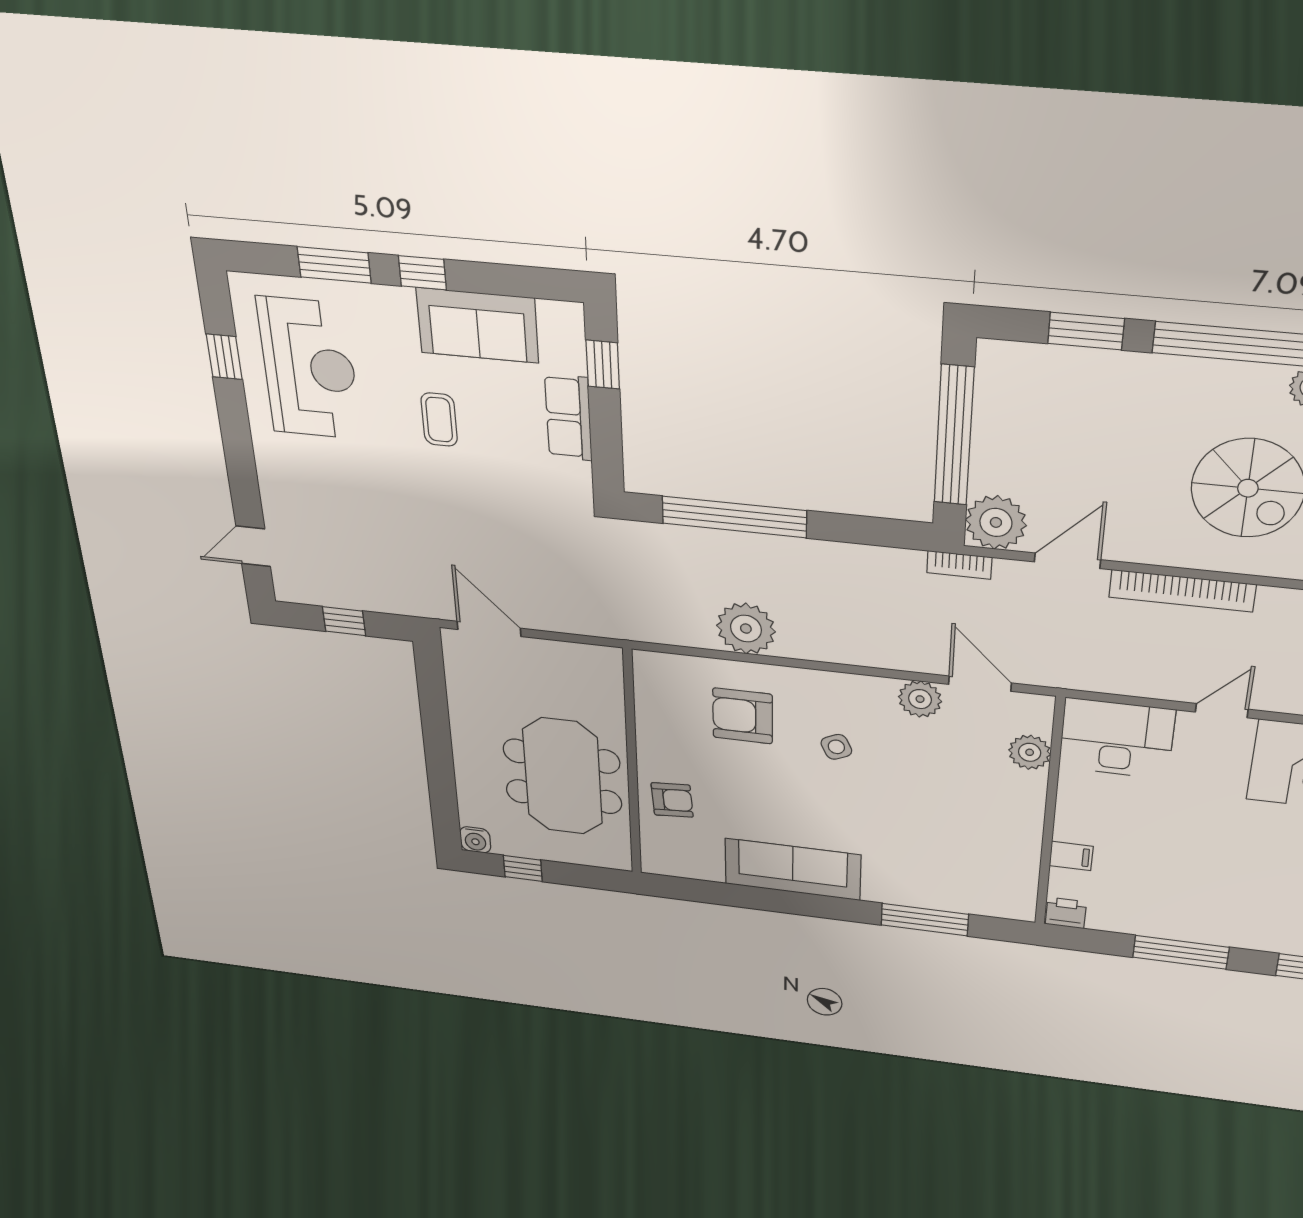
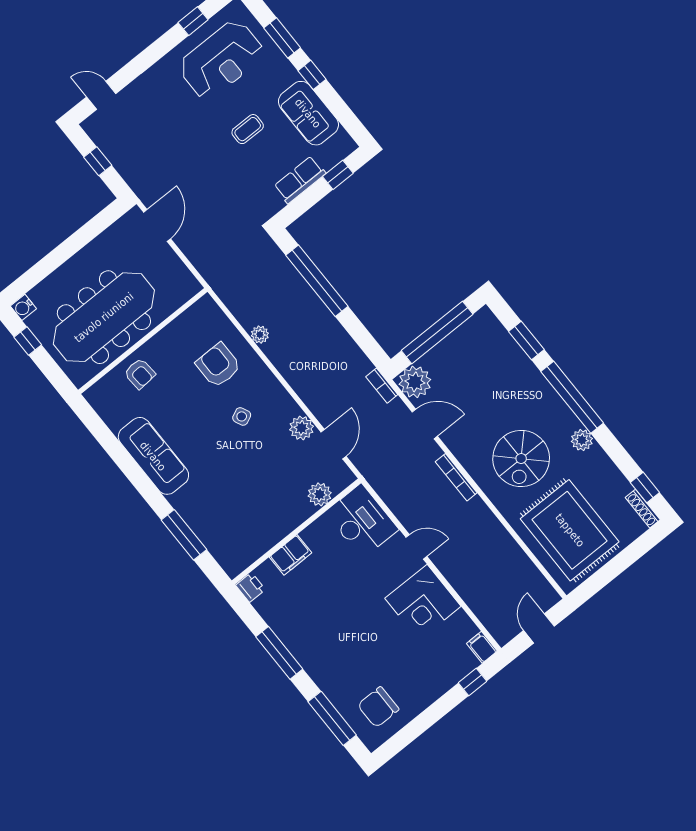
bookcase: (1182, 591) -> (456, 477), width x0.68, depth x0.76
plant: (746, 629) -> (260, 335), width x0.53, depth x0.53
meeting table: (563, 777) -> (104, 317), width x1.36
filing cabinet: (1071, 856) -> (291, 555), width x2.00

